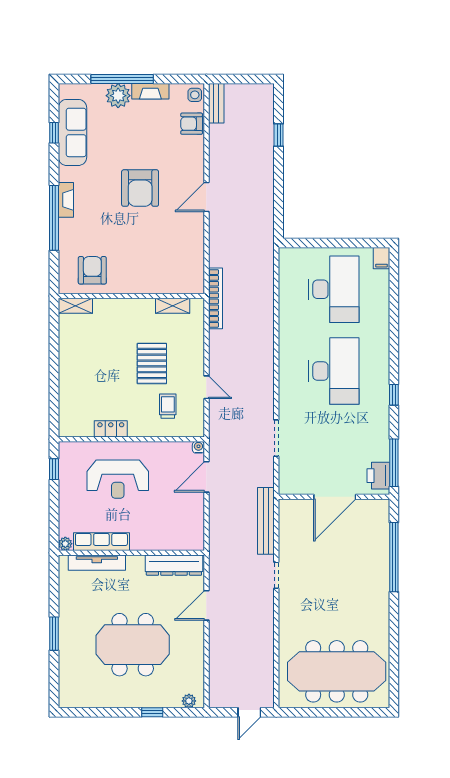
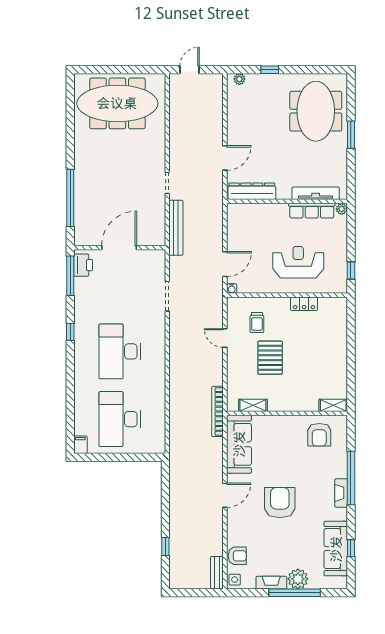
sofa: (189, 259) -> (239, 444), added
meeting table: (133, 645) -> (316, 111), moved, turned 90

